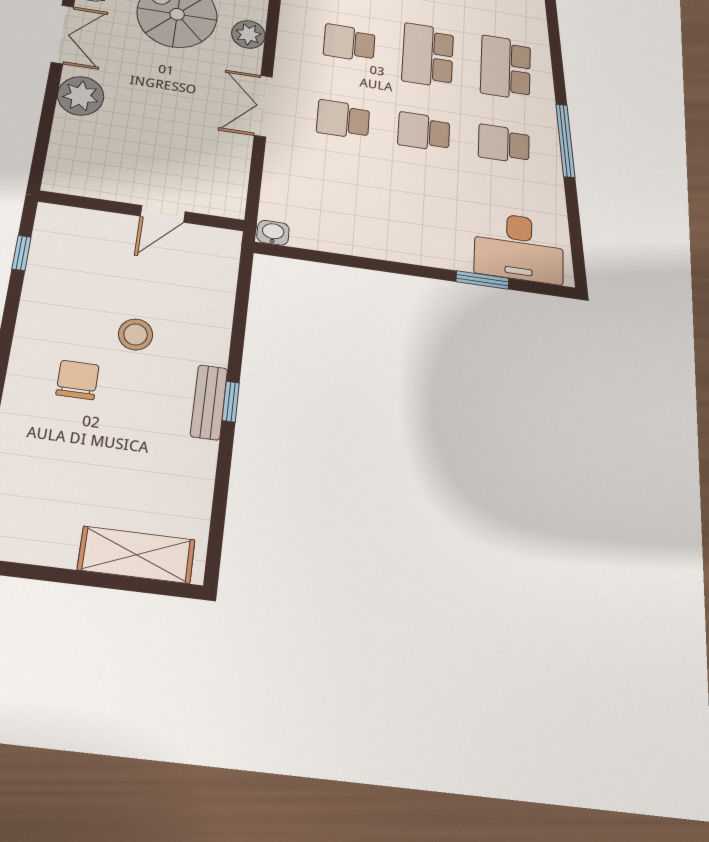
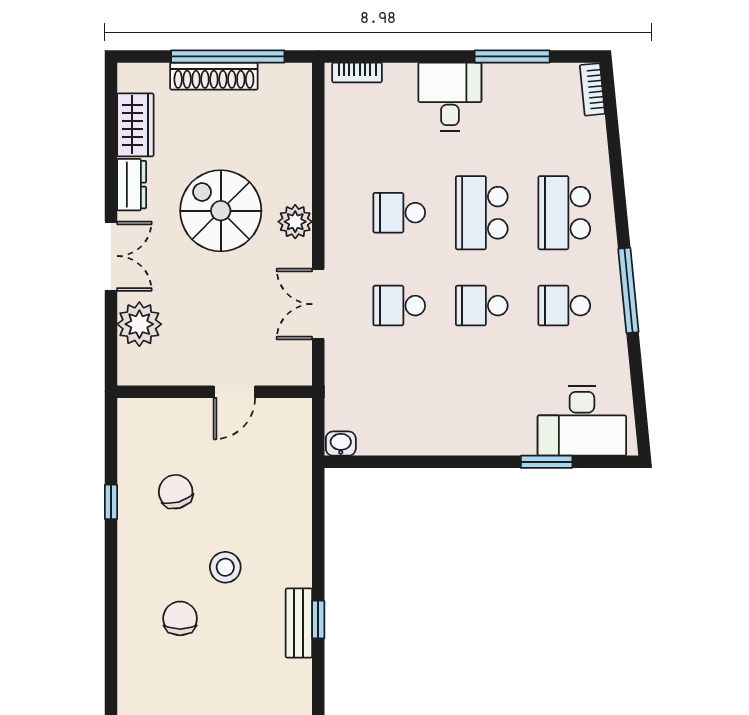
wall: (142, 211) -> (215, 392), moved
door: (163, 214) -> (234, 392), moved
chair: (93, 253) -> (176, 492), added

